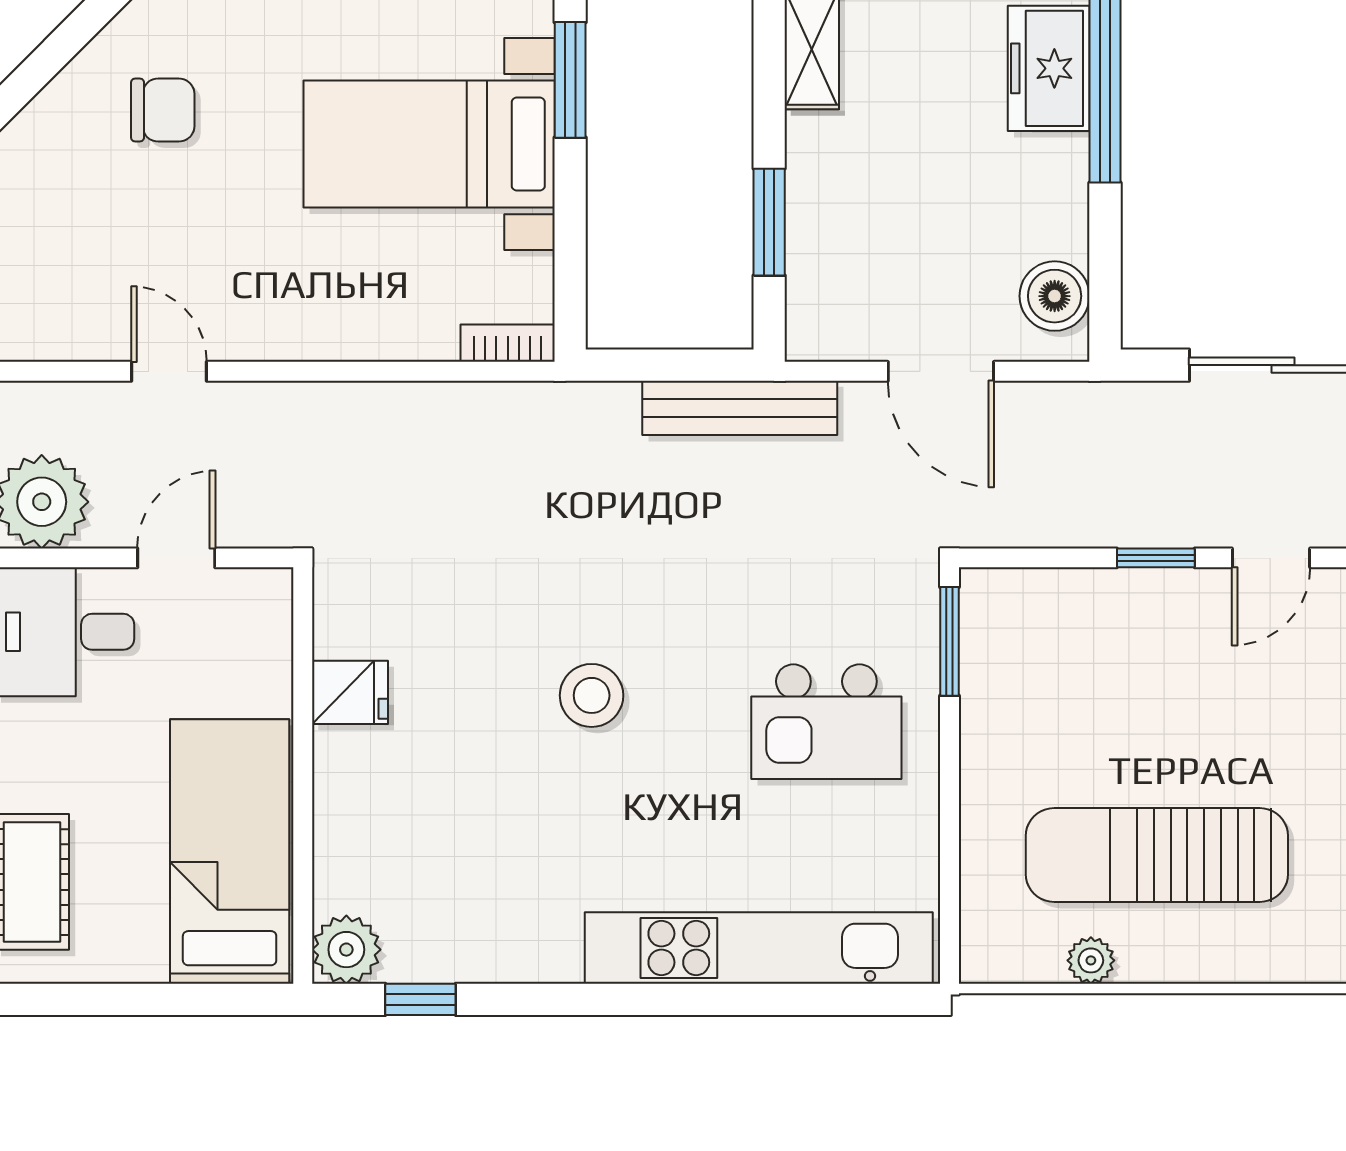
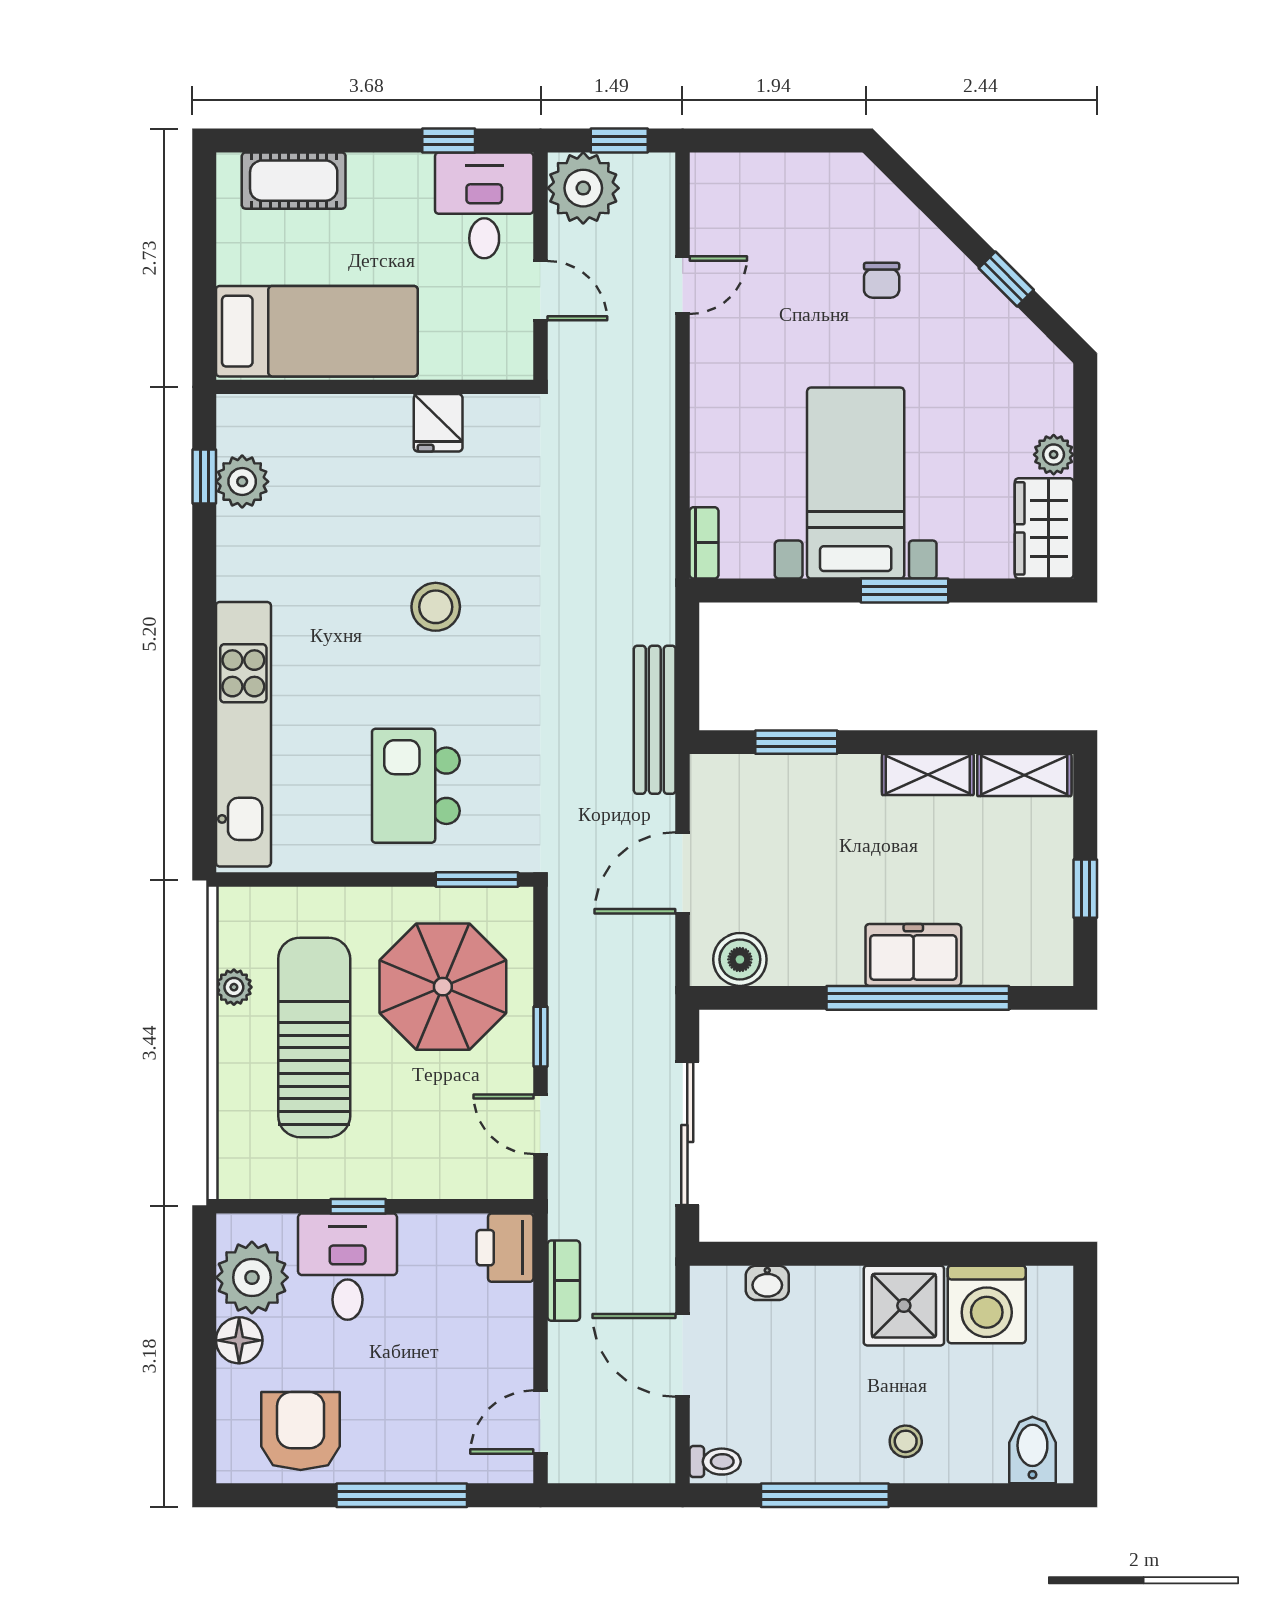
chair: (163, 110) -> (882, 280), width x0.73, depth x0.73
parasol: (1090, 686) -> (443, 987), added
plant: (346, 950) -> (242, 482), moved

